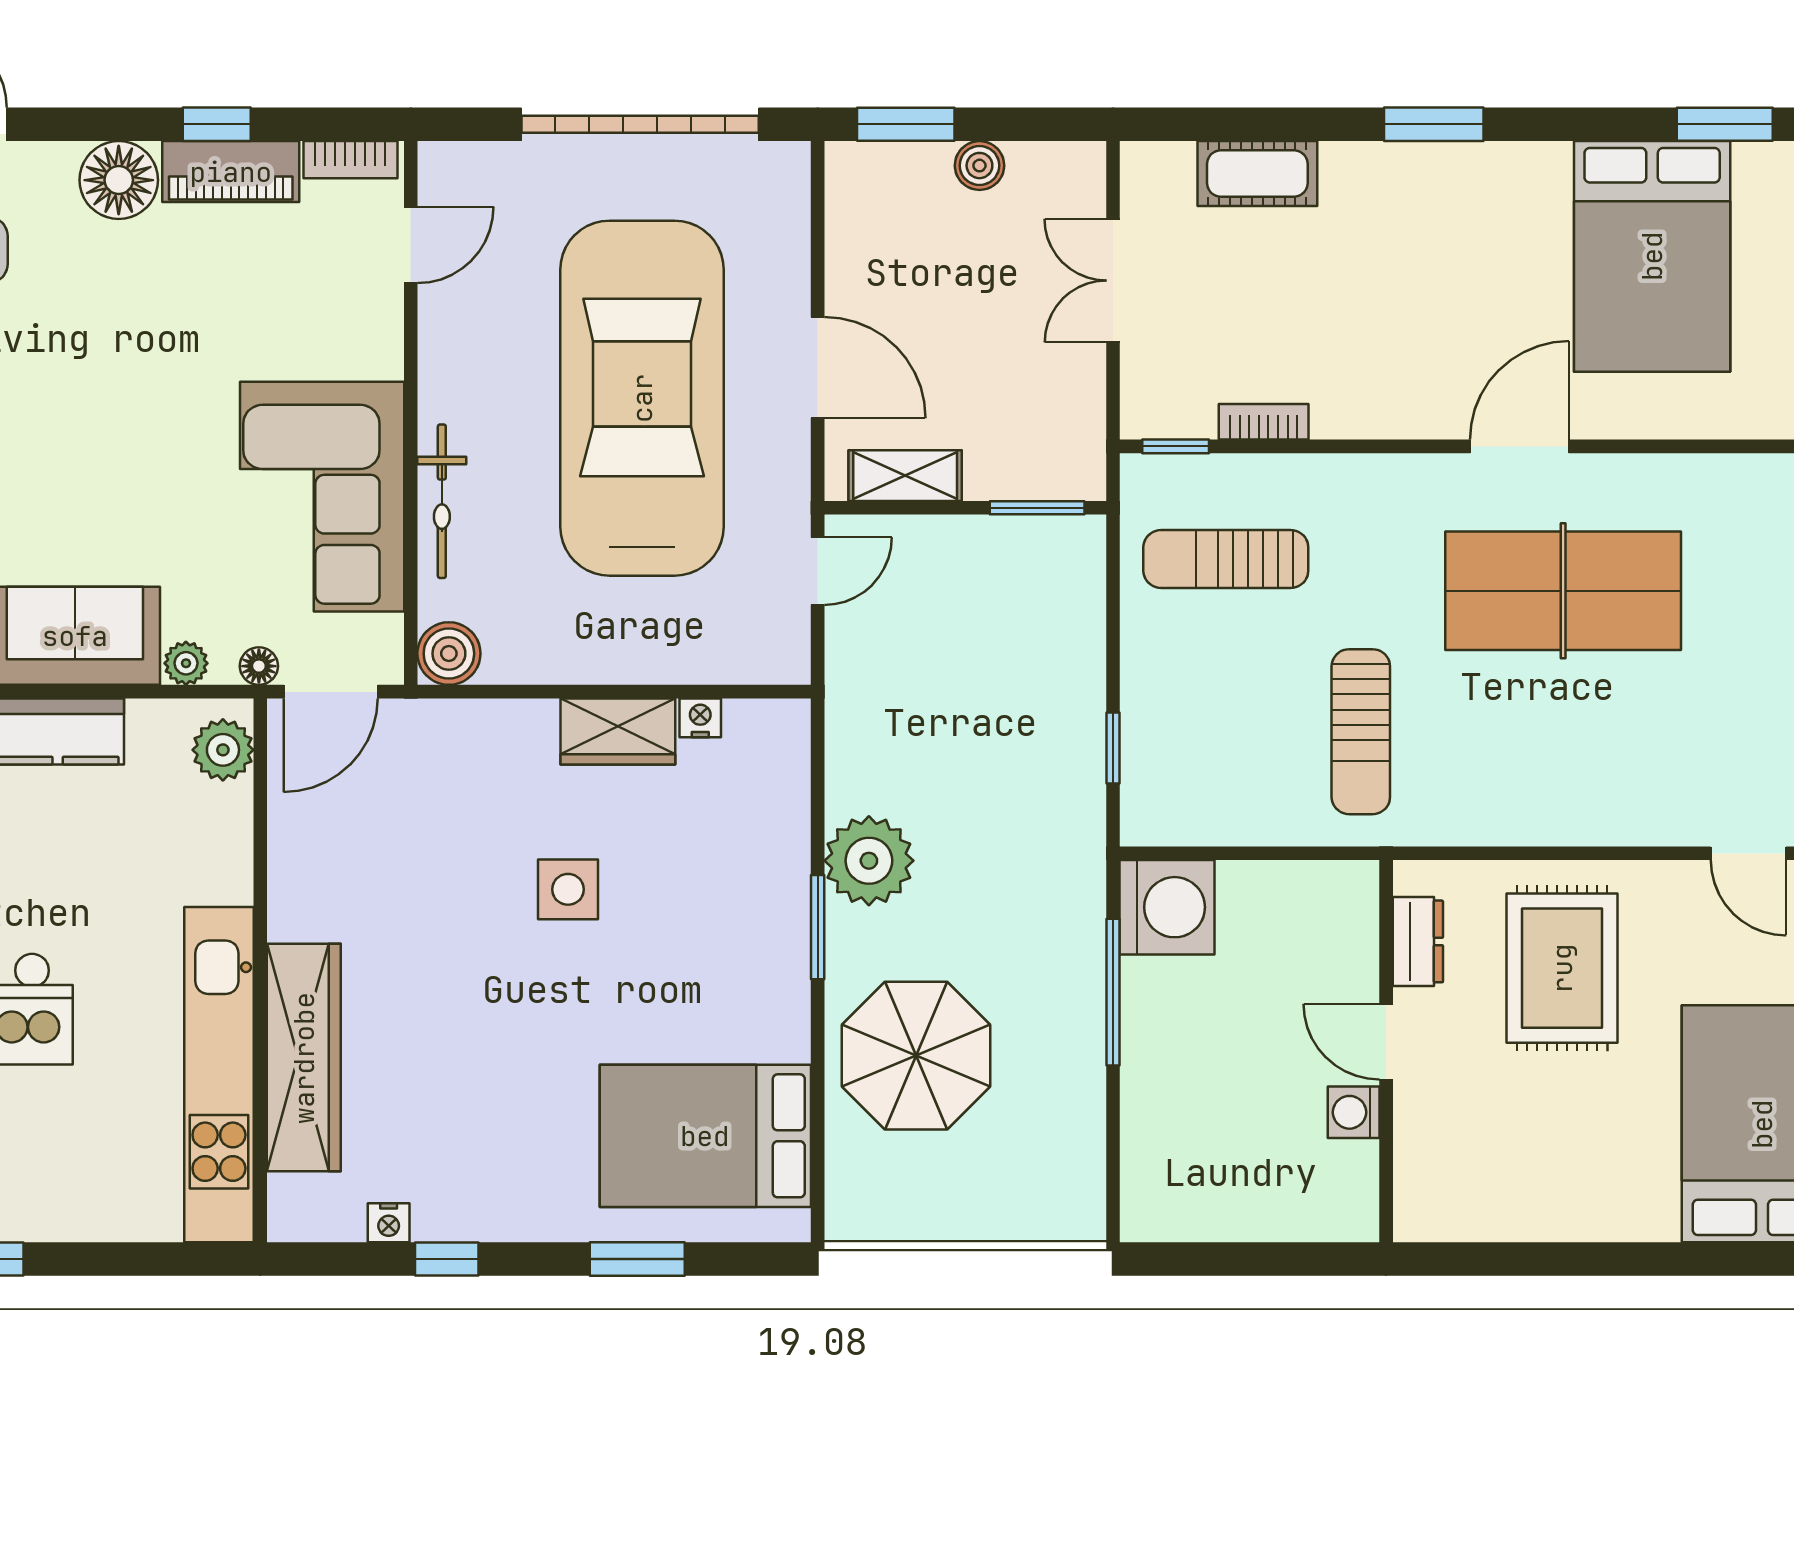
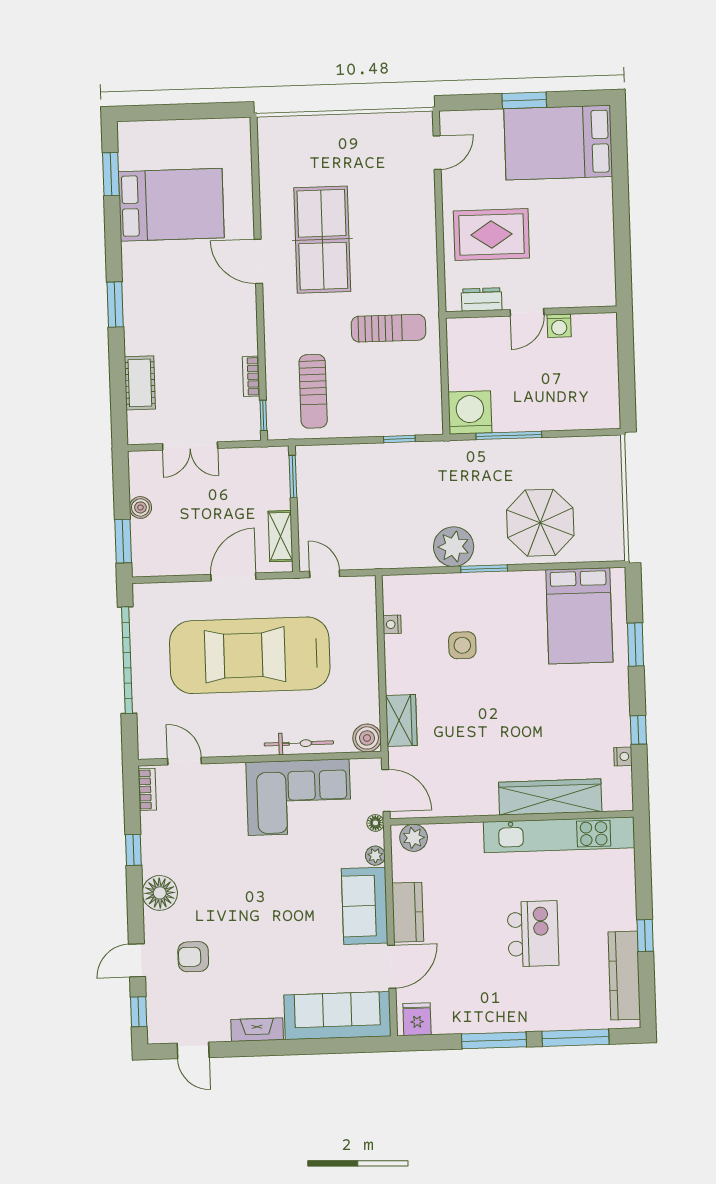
piano: (231, 172) -> (154, 843), removed
wardrobe: (618, 731) -> (401, 720), moved
side table: (568, 889) -> (462, 645), moved

